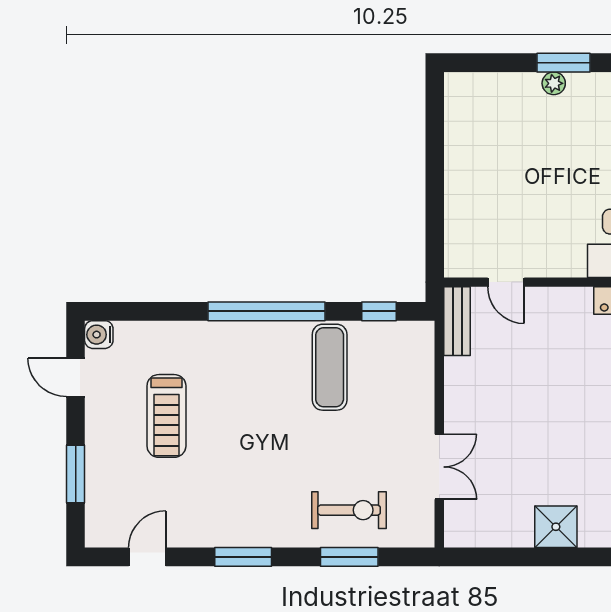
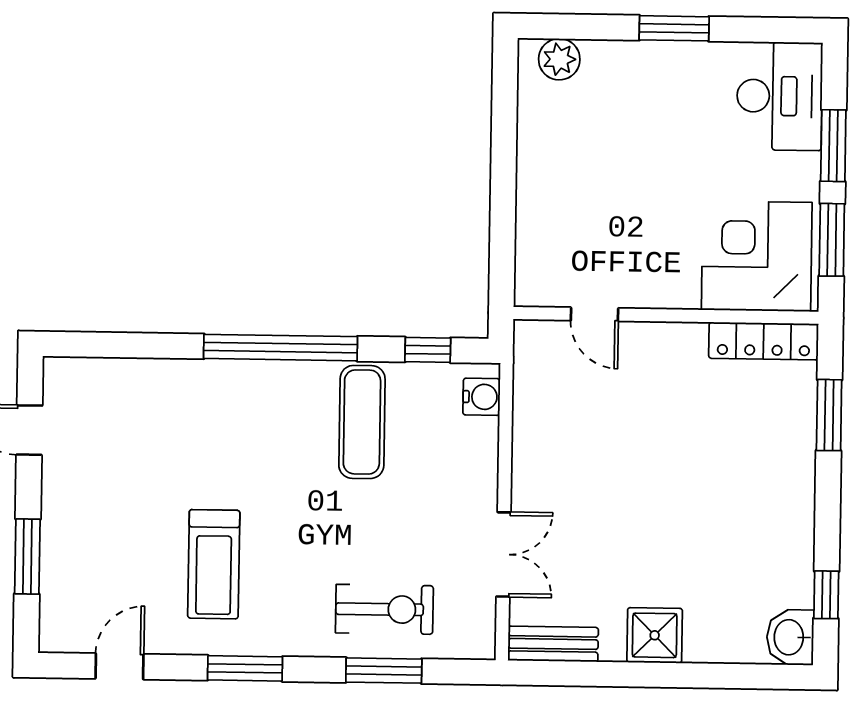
plant: (554, 83) -> (559, 59), moved, width x1.38, depth x1.38
bench: (457, 321) -> (553, 644), moved, turned 90
water cooler: (99, 335) -> (481, 397), moved, turned 180
treadmill: (166, 416) -> (214, 564), moved

